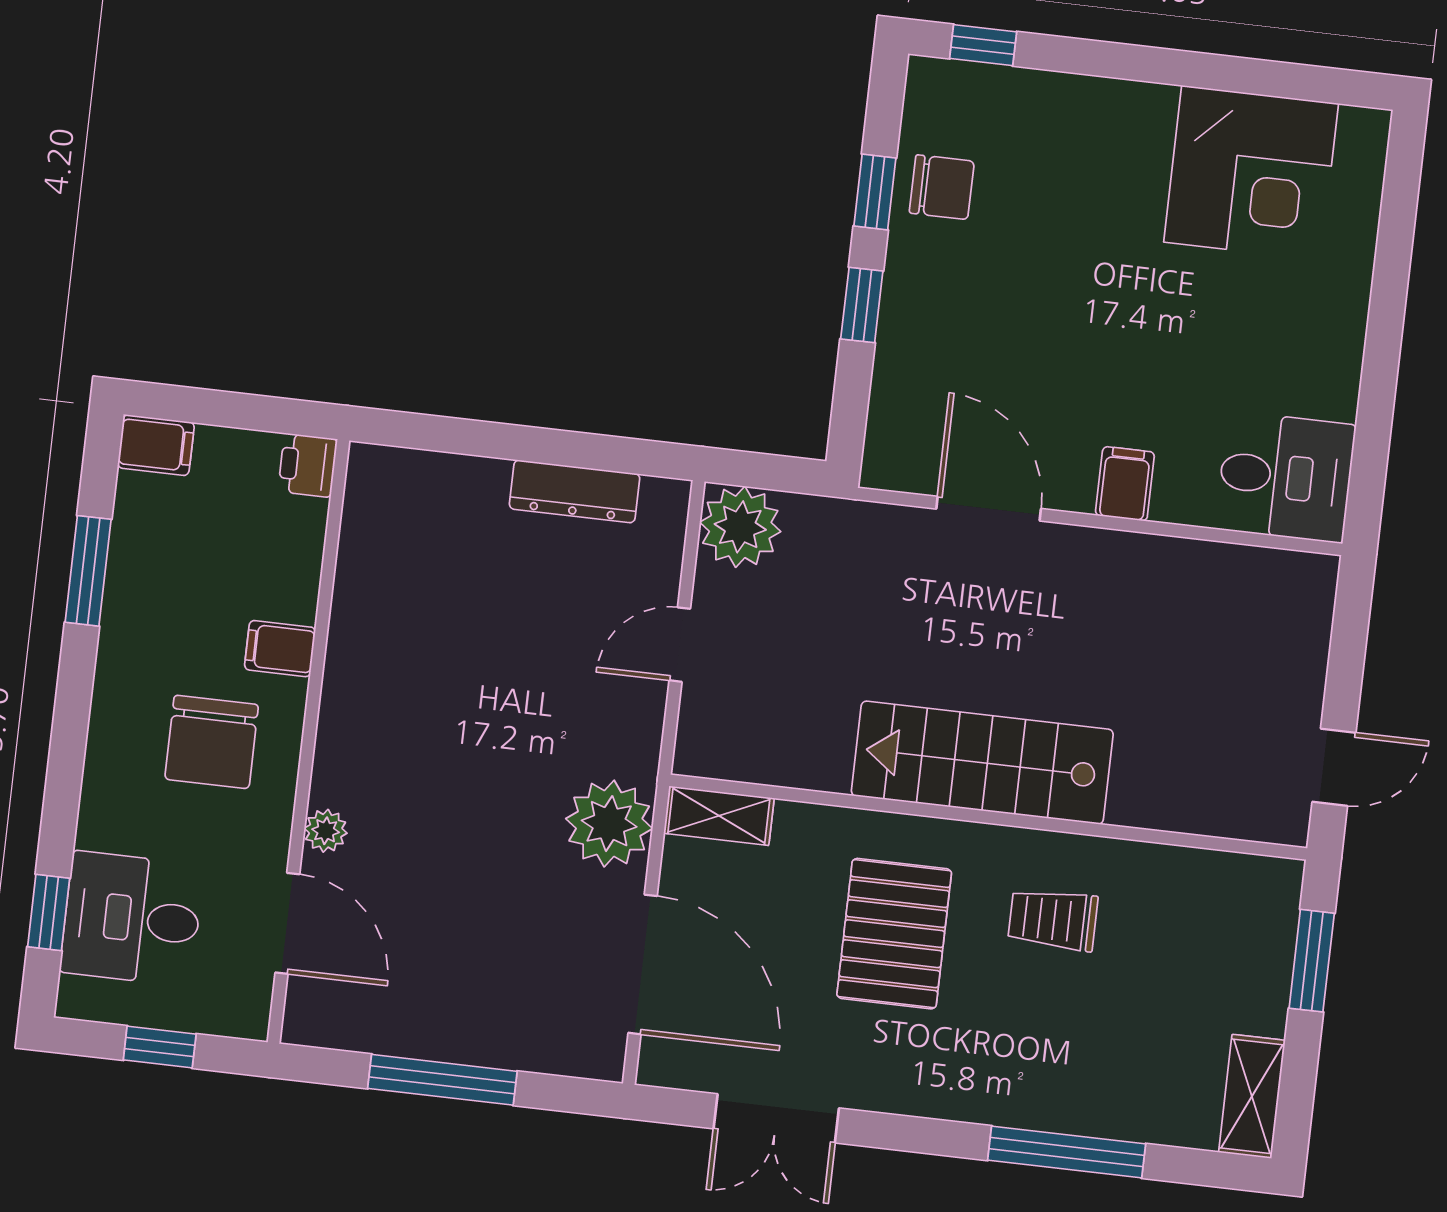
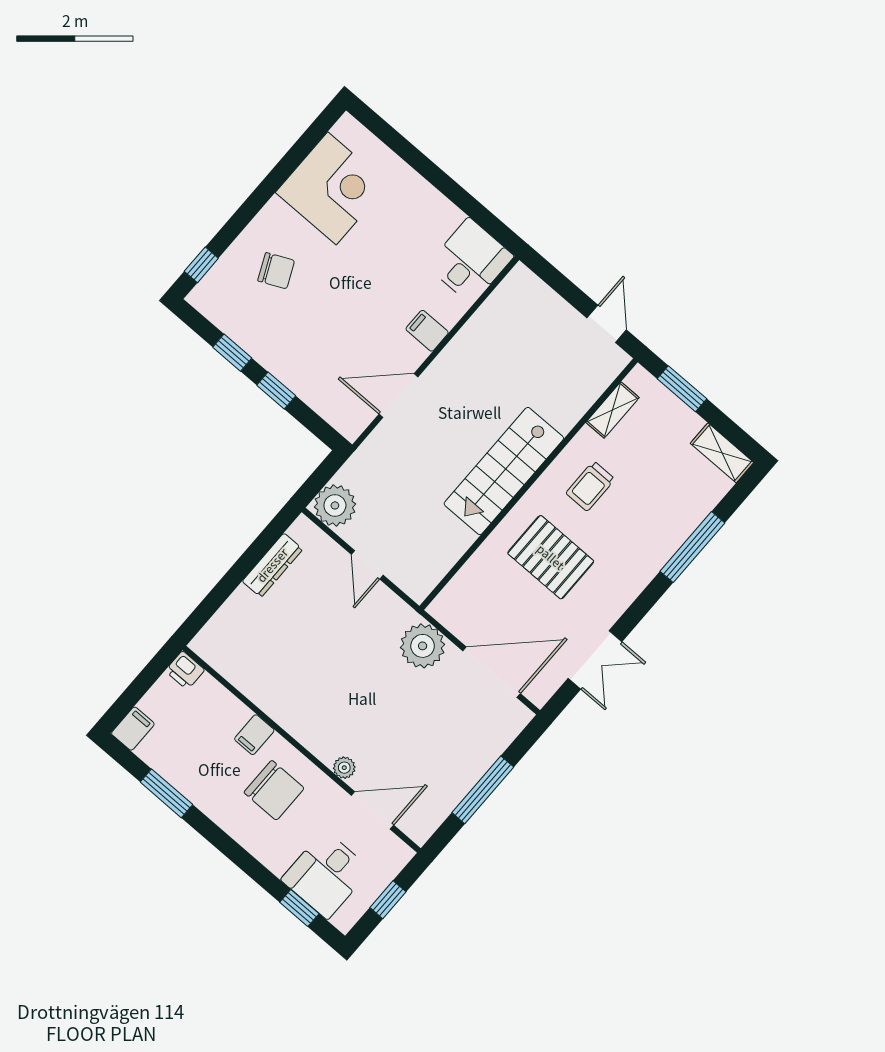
chair: (942, 187) -> (276, 271), moved, turned 65
shelving: (719, 816) -> (612, 410), moved

